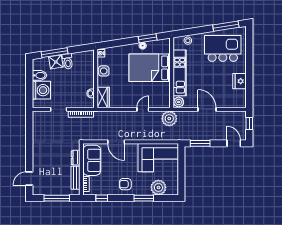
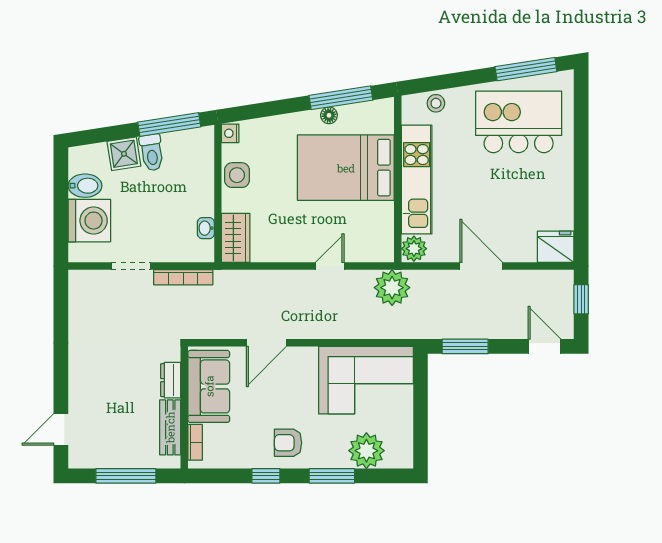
window: (148, 38) -> (341, 98), width x1.44
window: (55, 53) -> (169, 124), moved
fridge: (240, 81) -> (556, 247), moved, turned 90
door: (116, 142) -> (266, 343), hinge flipped
window: (102, 198) -> (266, 476), moved

